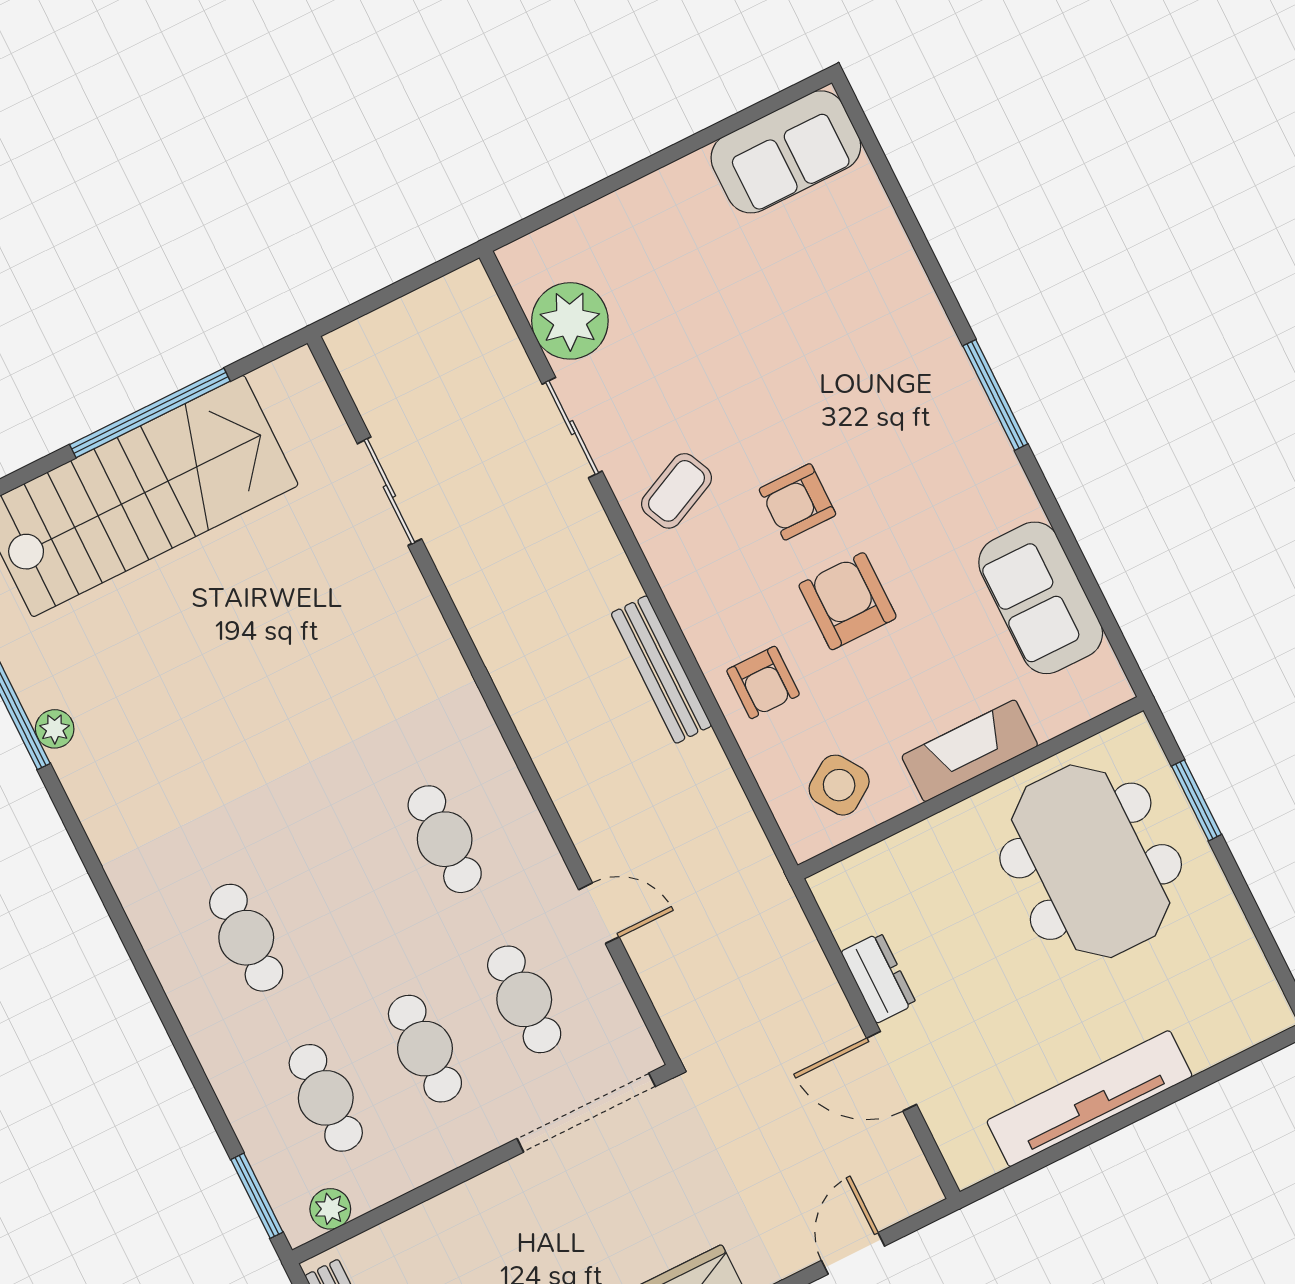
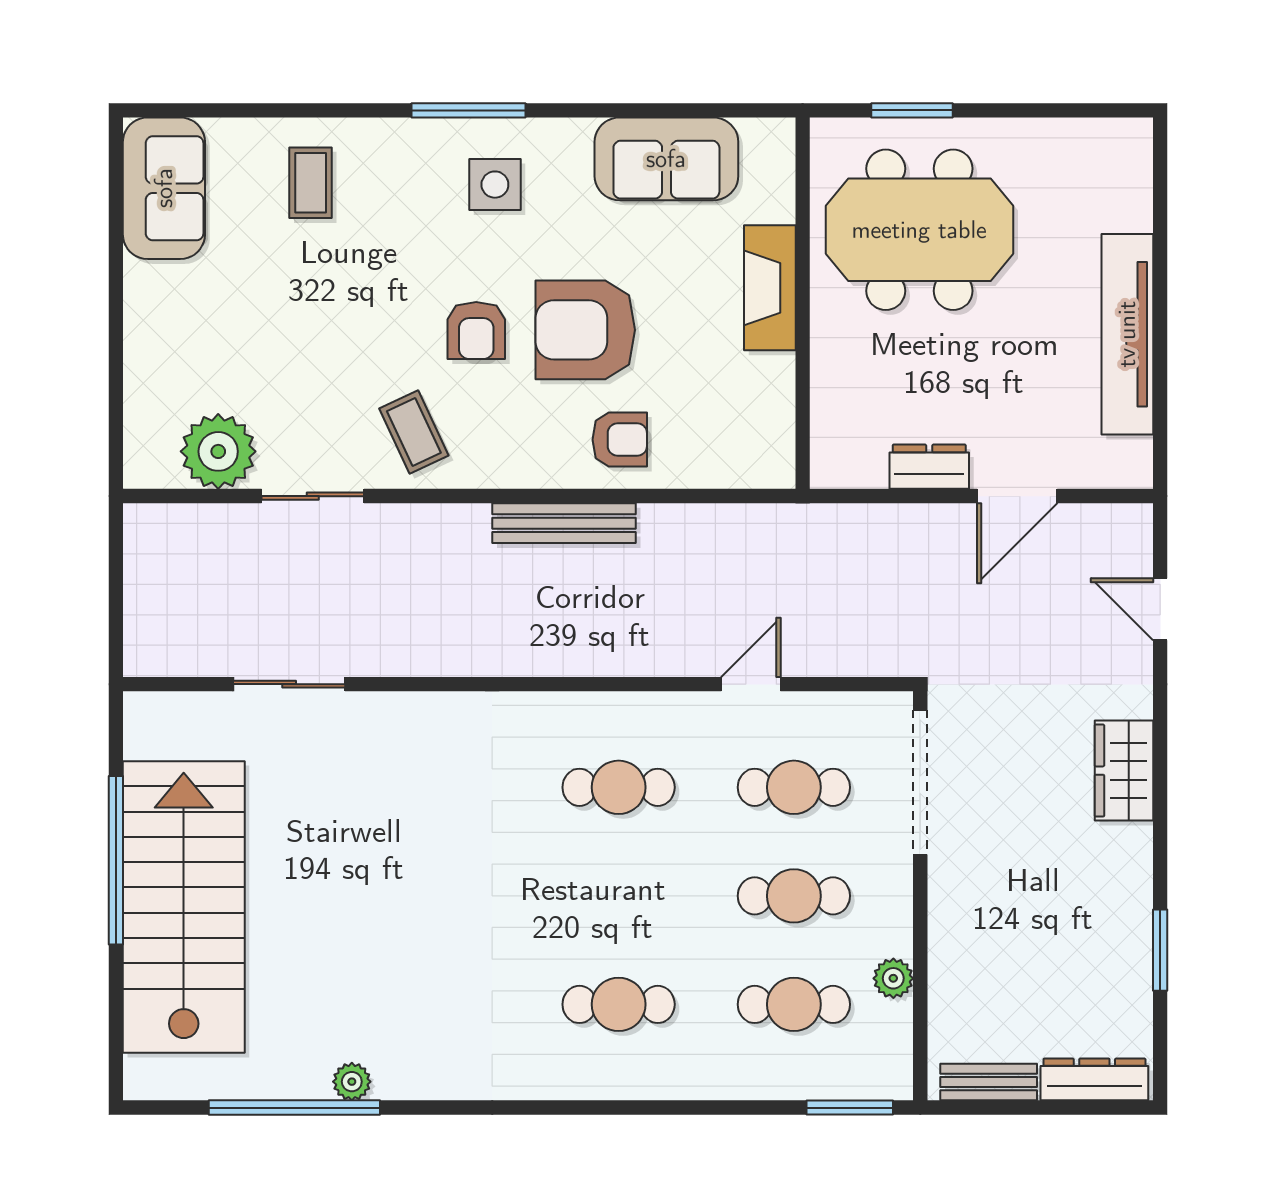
coffee table: (857, 283) -> (311, 183), added
armchair: (848, 601) -> (585, 330), width x1.36, depth x1.36
side table: (839, 785) -> (495, 185), moved, turned 34
plant: (330, 1209) -> (893, 978), moved

